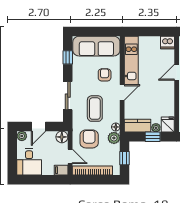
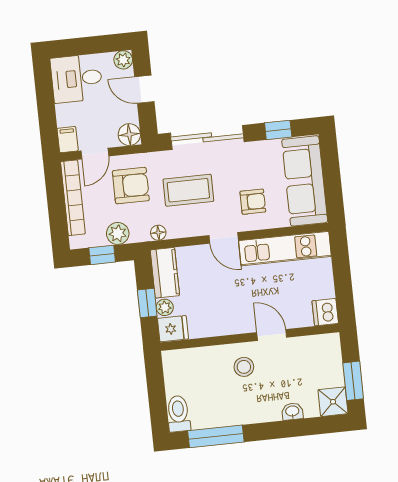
sliding door: (68, 96) -> (207, 137), width x1.37
plant: (114, 138) -> (118, 233), moved

